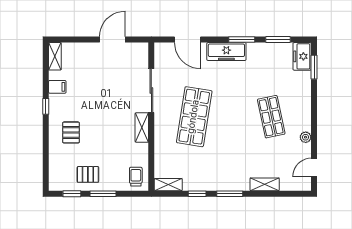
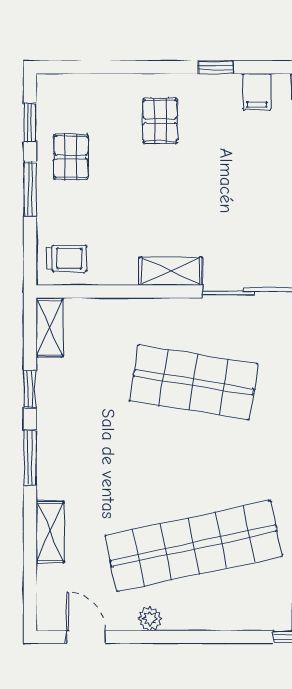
shop shelf: (271, 117) -> (194, 546), width x2.00, depth x1.36
pallet: (71, 132) -> (160, 121), turned 90

